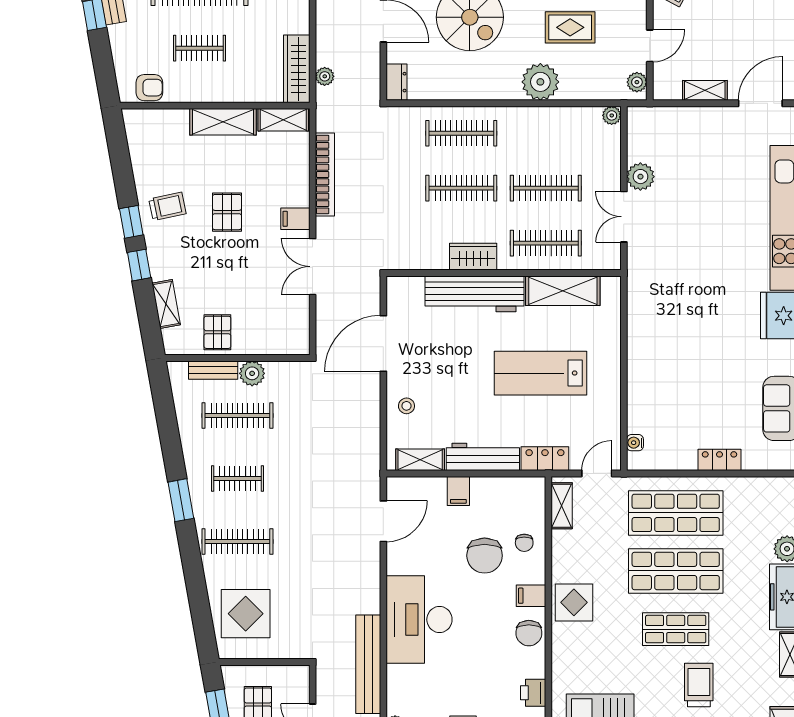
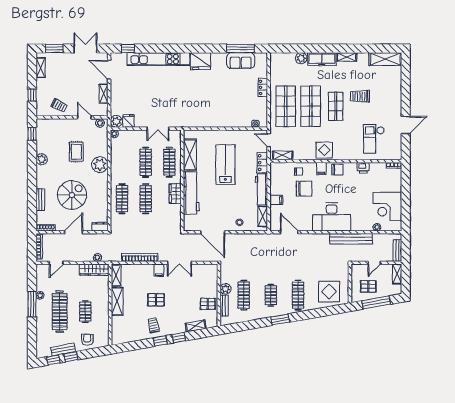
armchair: (149, 88) -> (87, 340), moved
fridge: (642, 148) -> (128, 121), added
plant: (640, 177) -> (116, 121), moved
lab bench: (540, 373) -> (225, 165), turned 180

